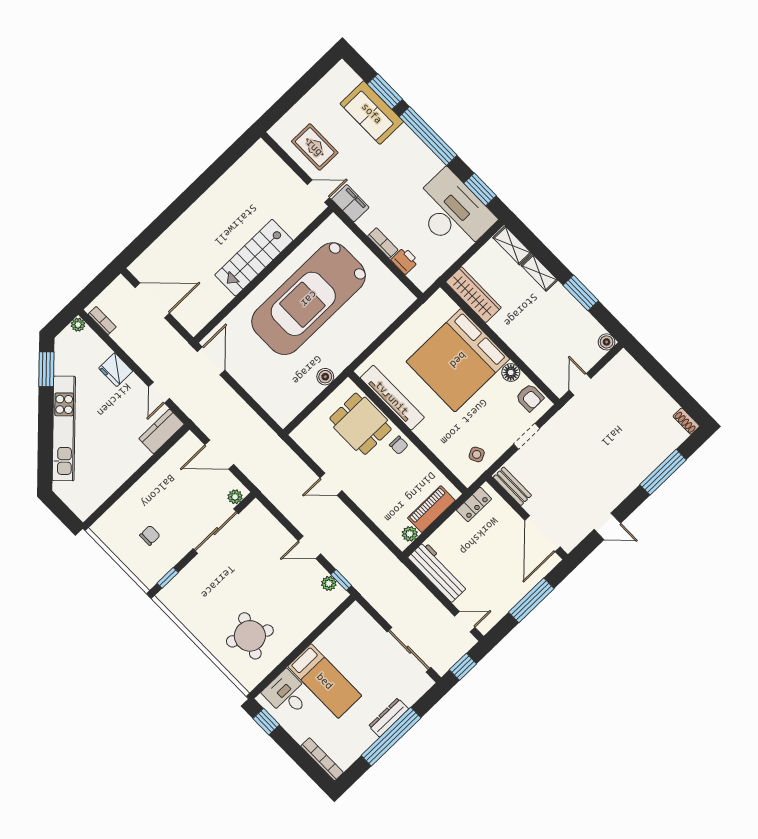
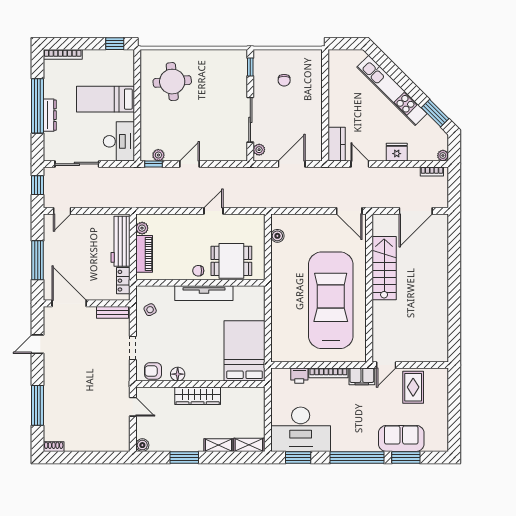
rug: (315, 147) -> (413, 387), turned 90
bookcase: (383, 243) -> (328, 373), width x1.56
stairs: (254, 258) -> (384, 268), moved
wardrobe: (473, 295) -> (198, 396), moved
bed: (458, 360) -> (245, 351), moved, width x0.73
boiler: (325, 377) -> (277, 236), moved
tv unit: (392, 398) -> (204, 293), moved
workbench: (438, 572) -> (121, 241), moved, turned 90
round table: (250, 636) -> (172, 82), turned -32
desk: (287, 694) -> (119, 141), moved, width x1.37

